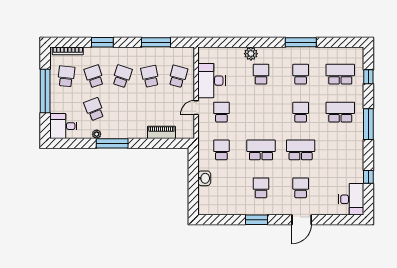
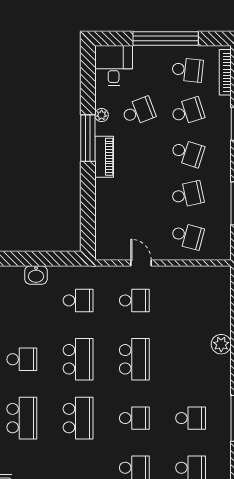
school desk: (261, 74) -> (134, 359), moved, width x1.85
desk: (211, 81) -> (181, 286), removed
piano: (161, 132) -> (104, 157), moved
school desk: (301, 188) -> (22, 418), width x1.85

